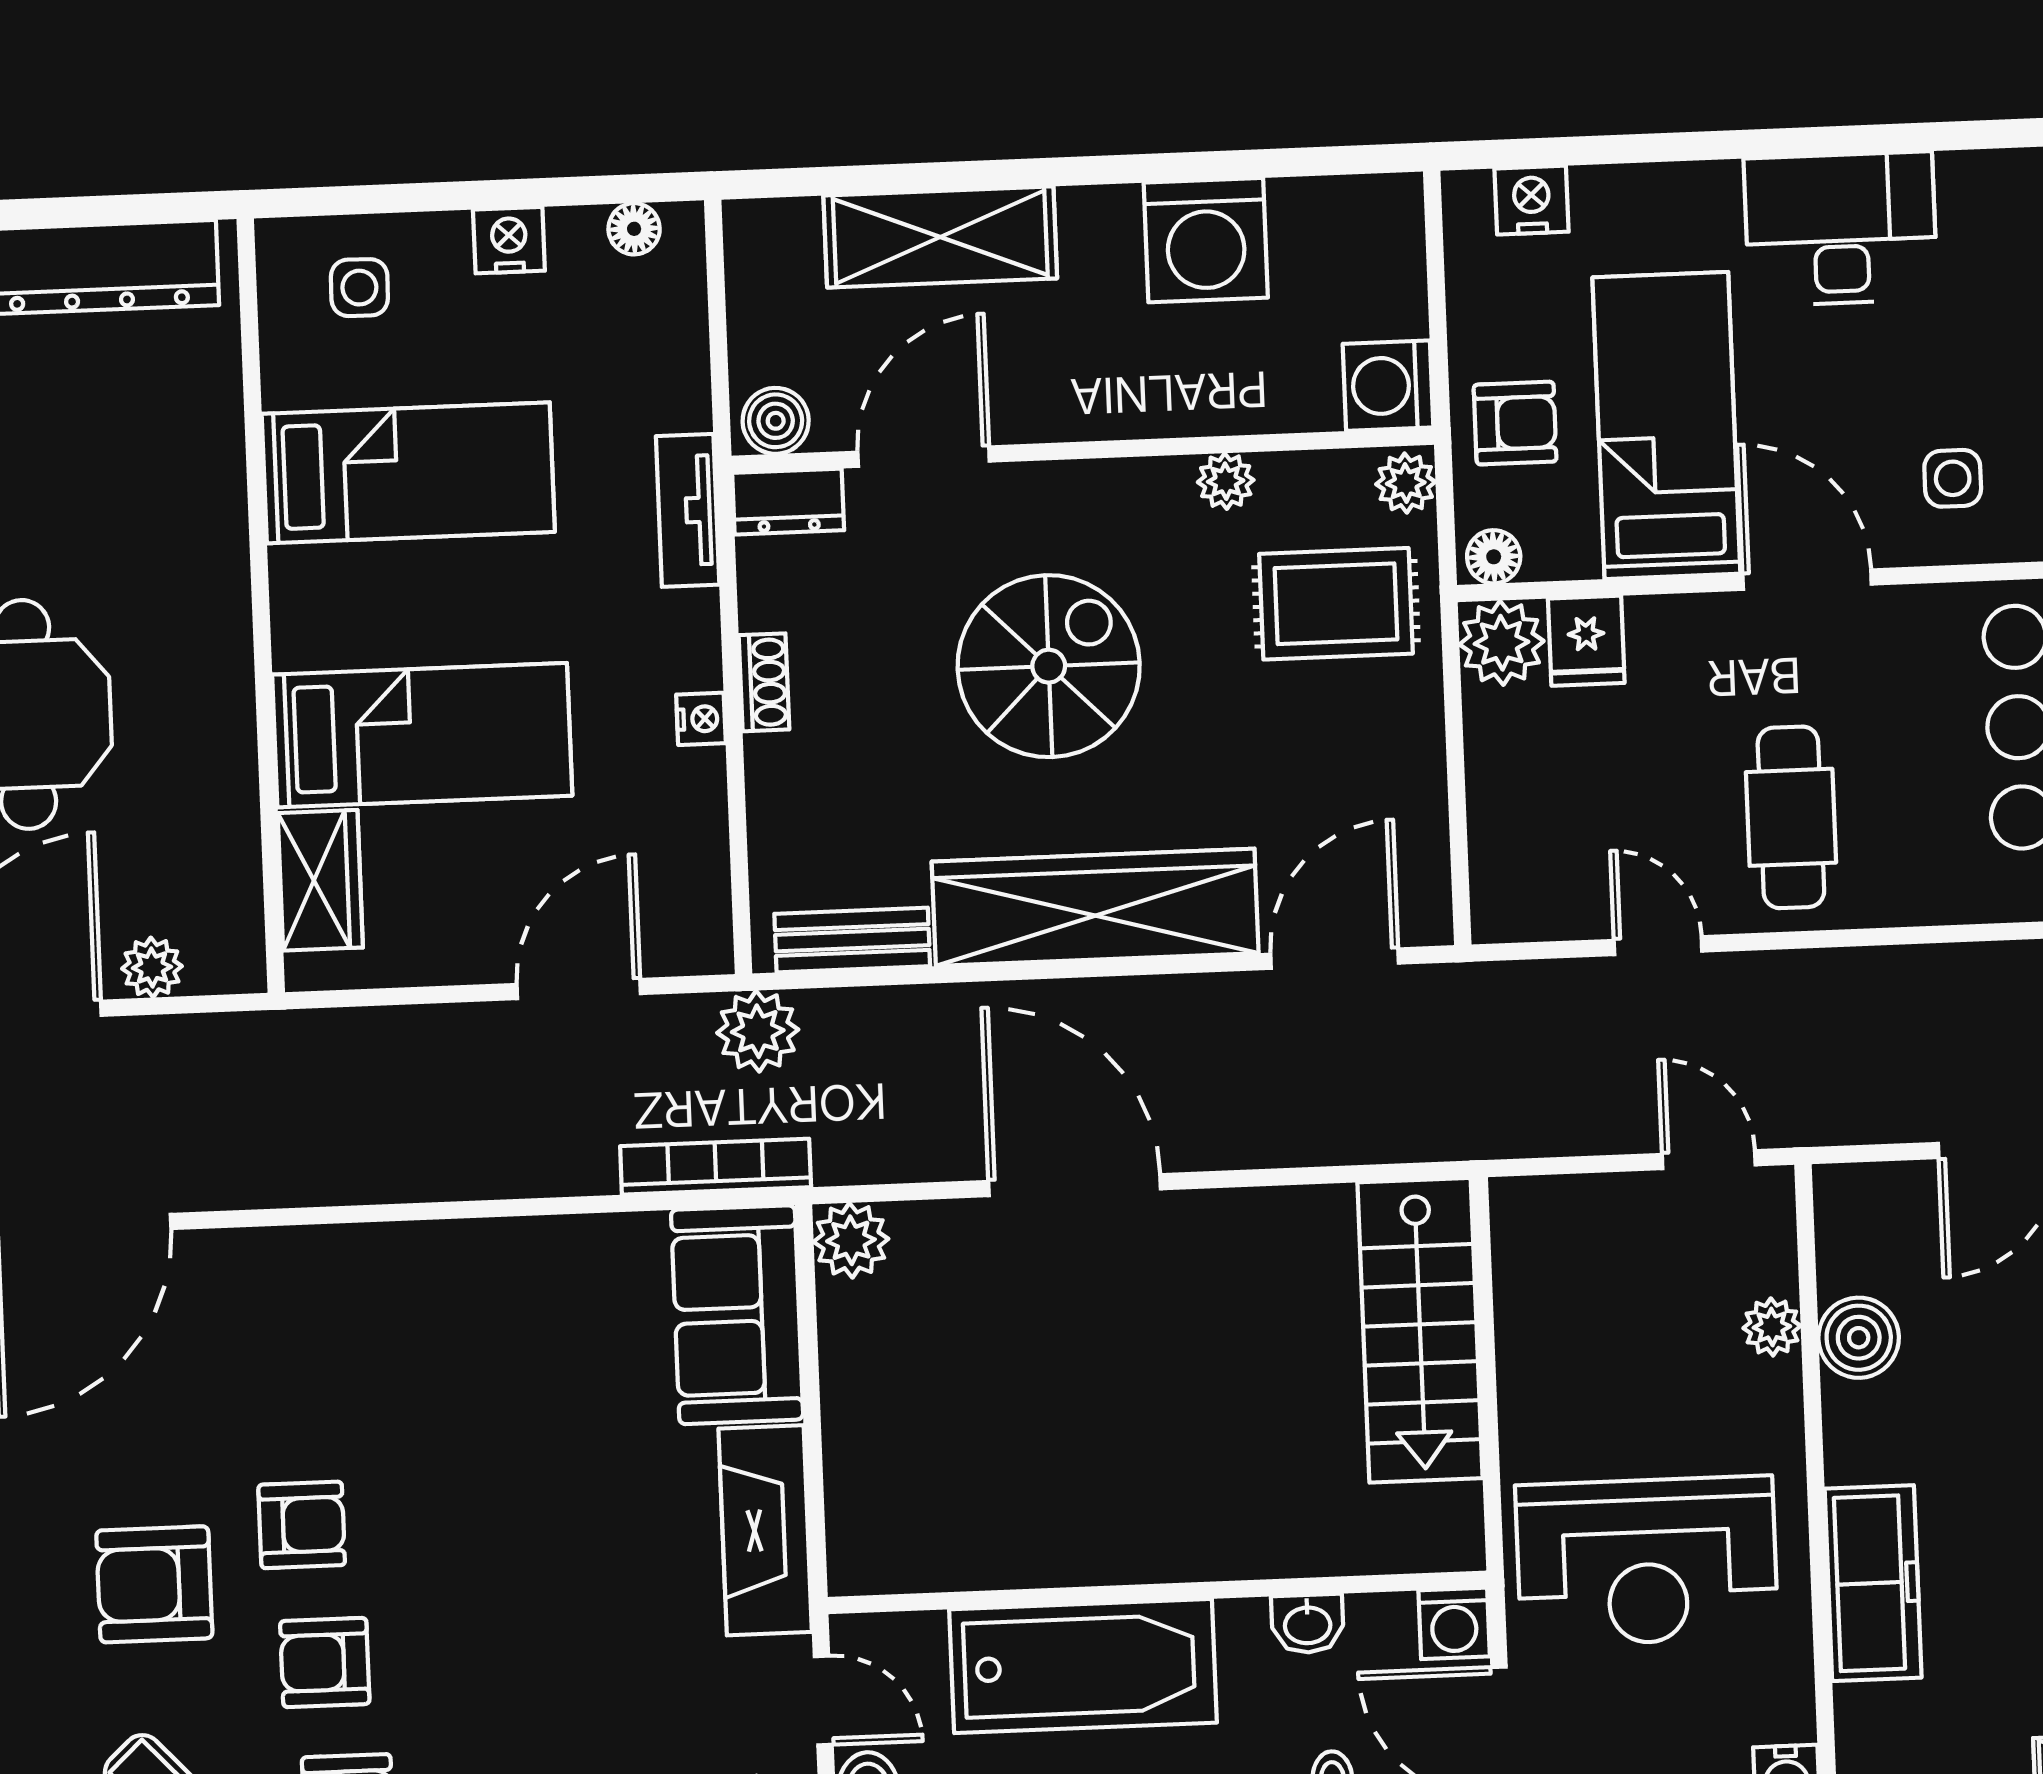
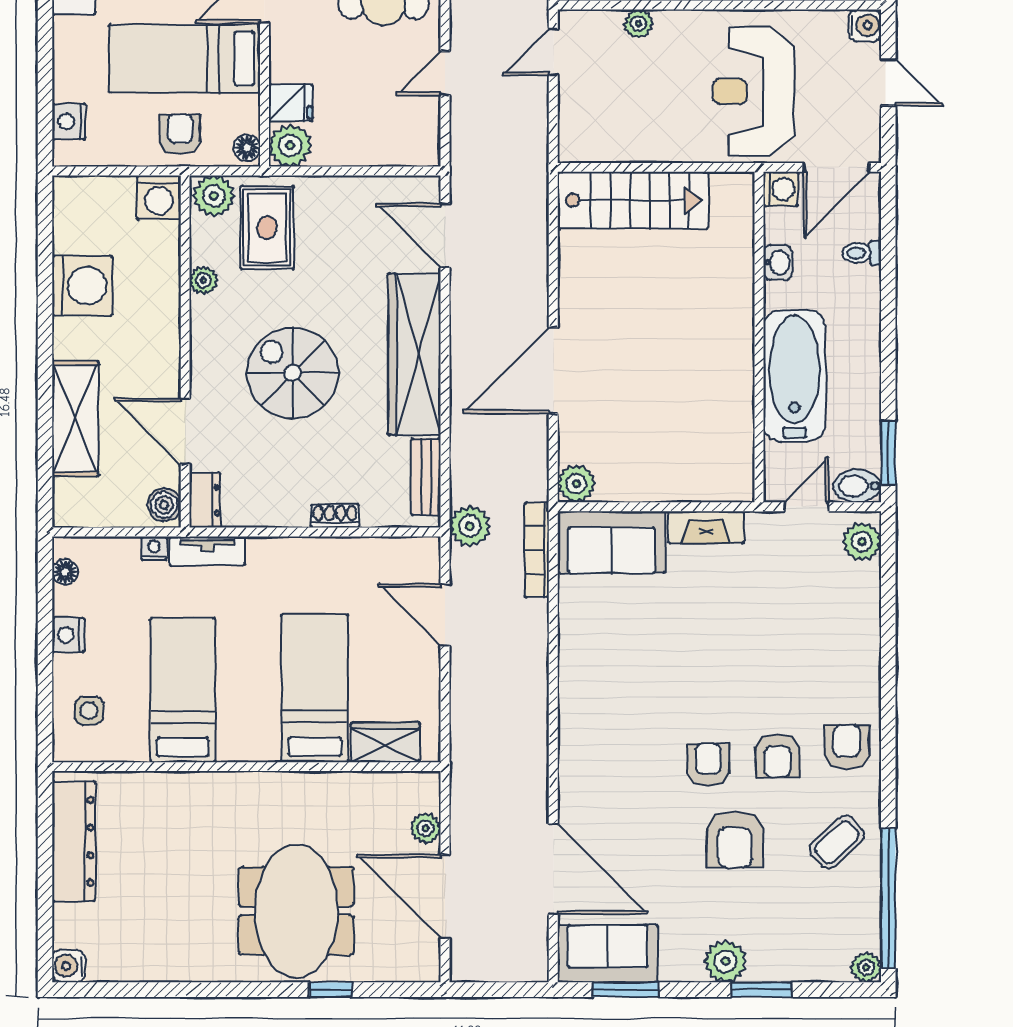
plant: (1406, 483) -> (214, 196), width x1.38, depth x1.38
shoe rack: (764, 682) -> (335, 516), moved
nightstand: (701, 719) -> (154, 548), moved
fireplace: (765, 1530) -> (706, 527), width x0.73, depth x0.76
reception desk: (1647, 1561) -> (753, 91), turned 180

